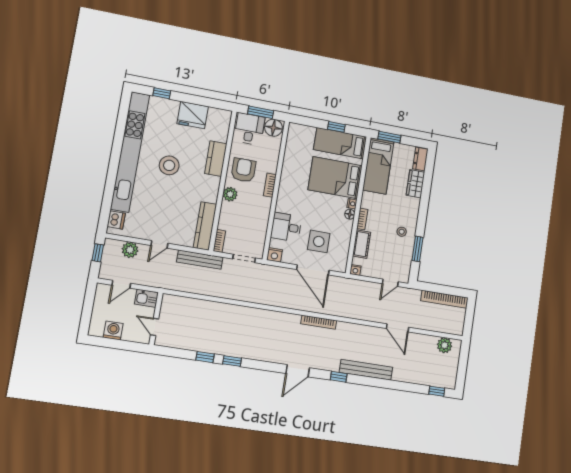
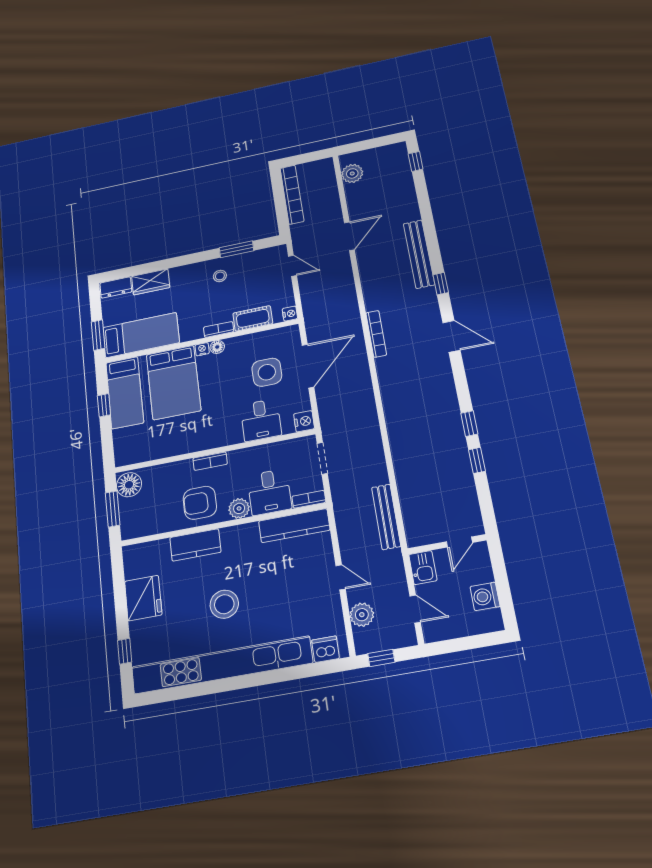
desk: (249, 129) -> (269, 492), moved, turned -90
bench: (200, 260) -> (386, 517), moved

